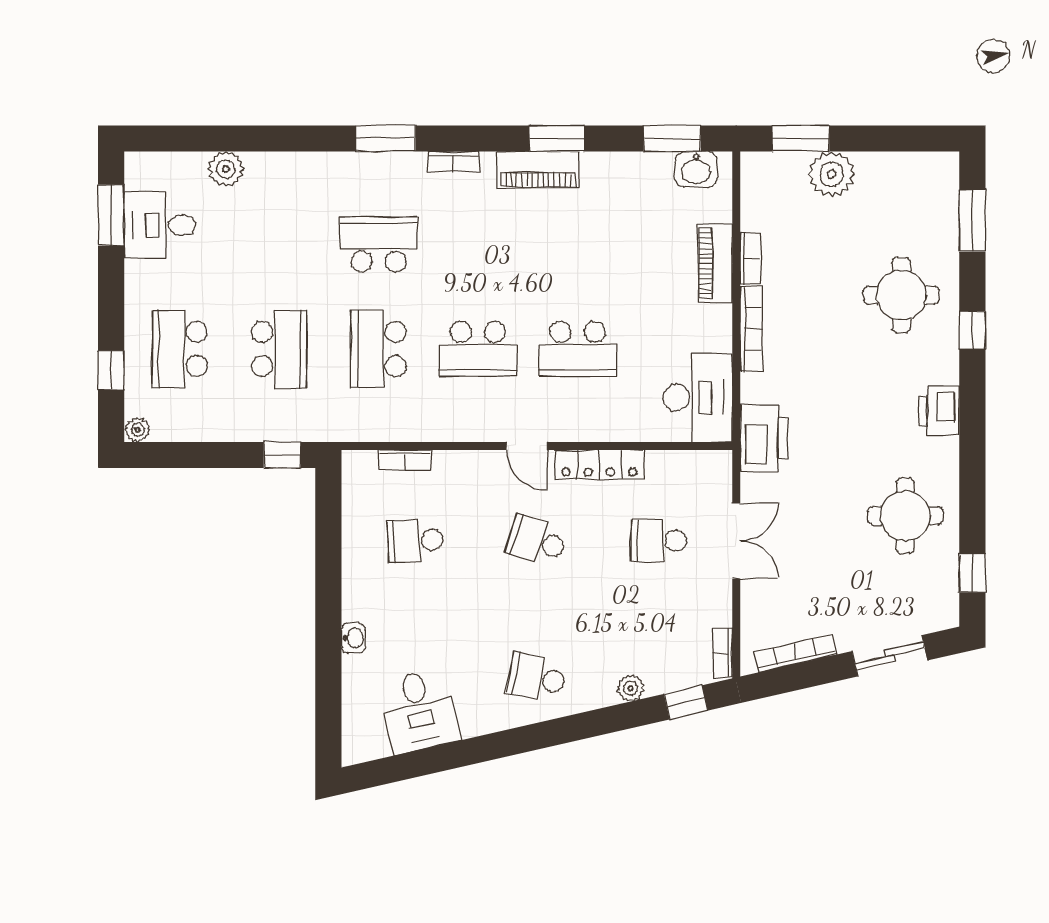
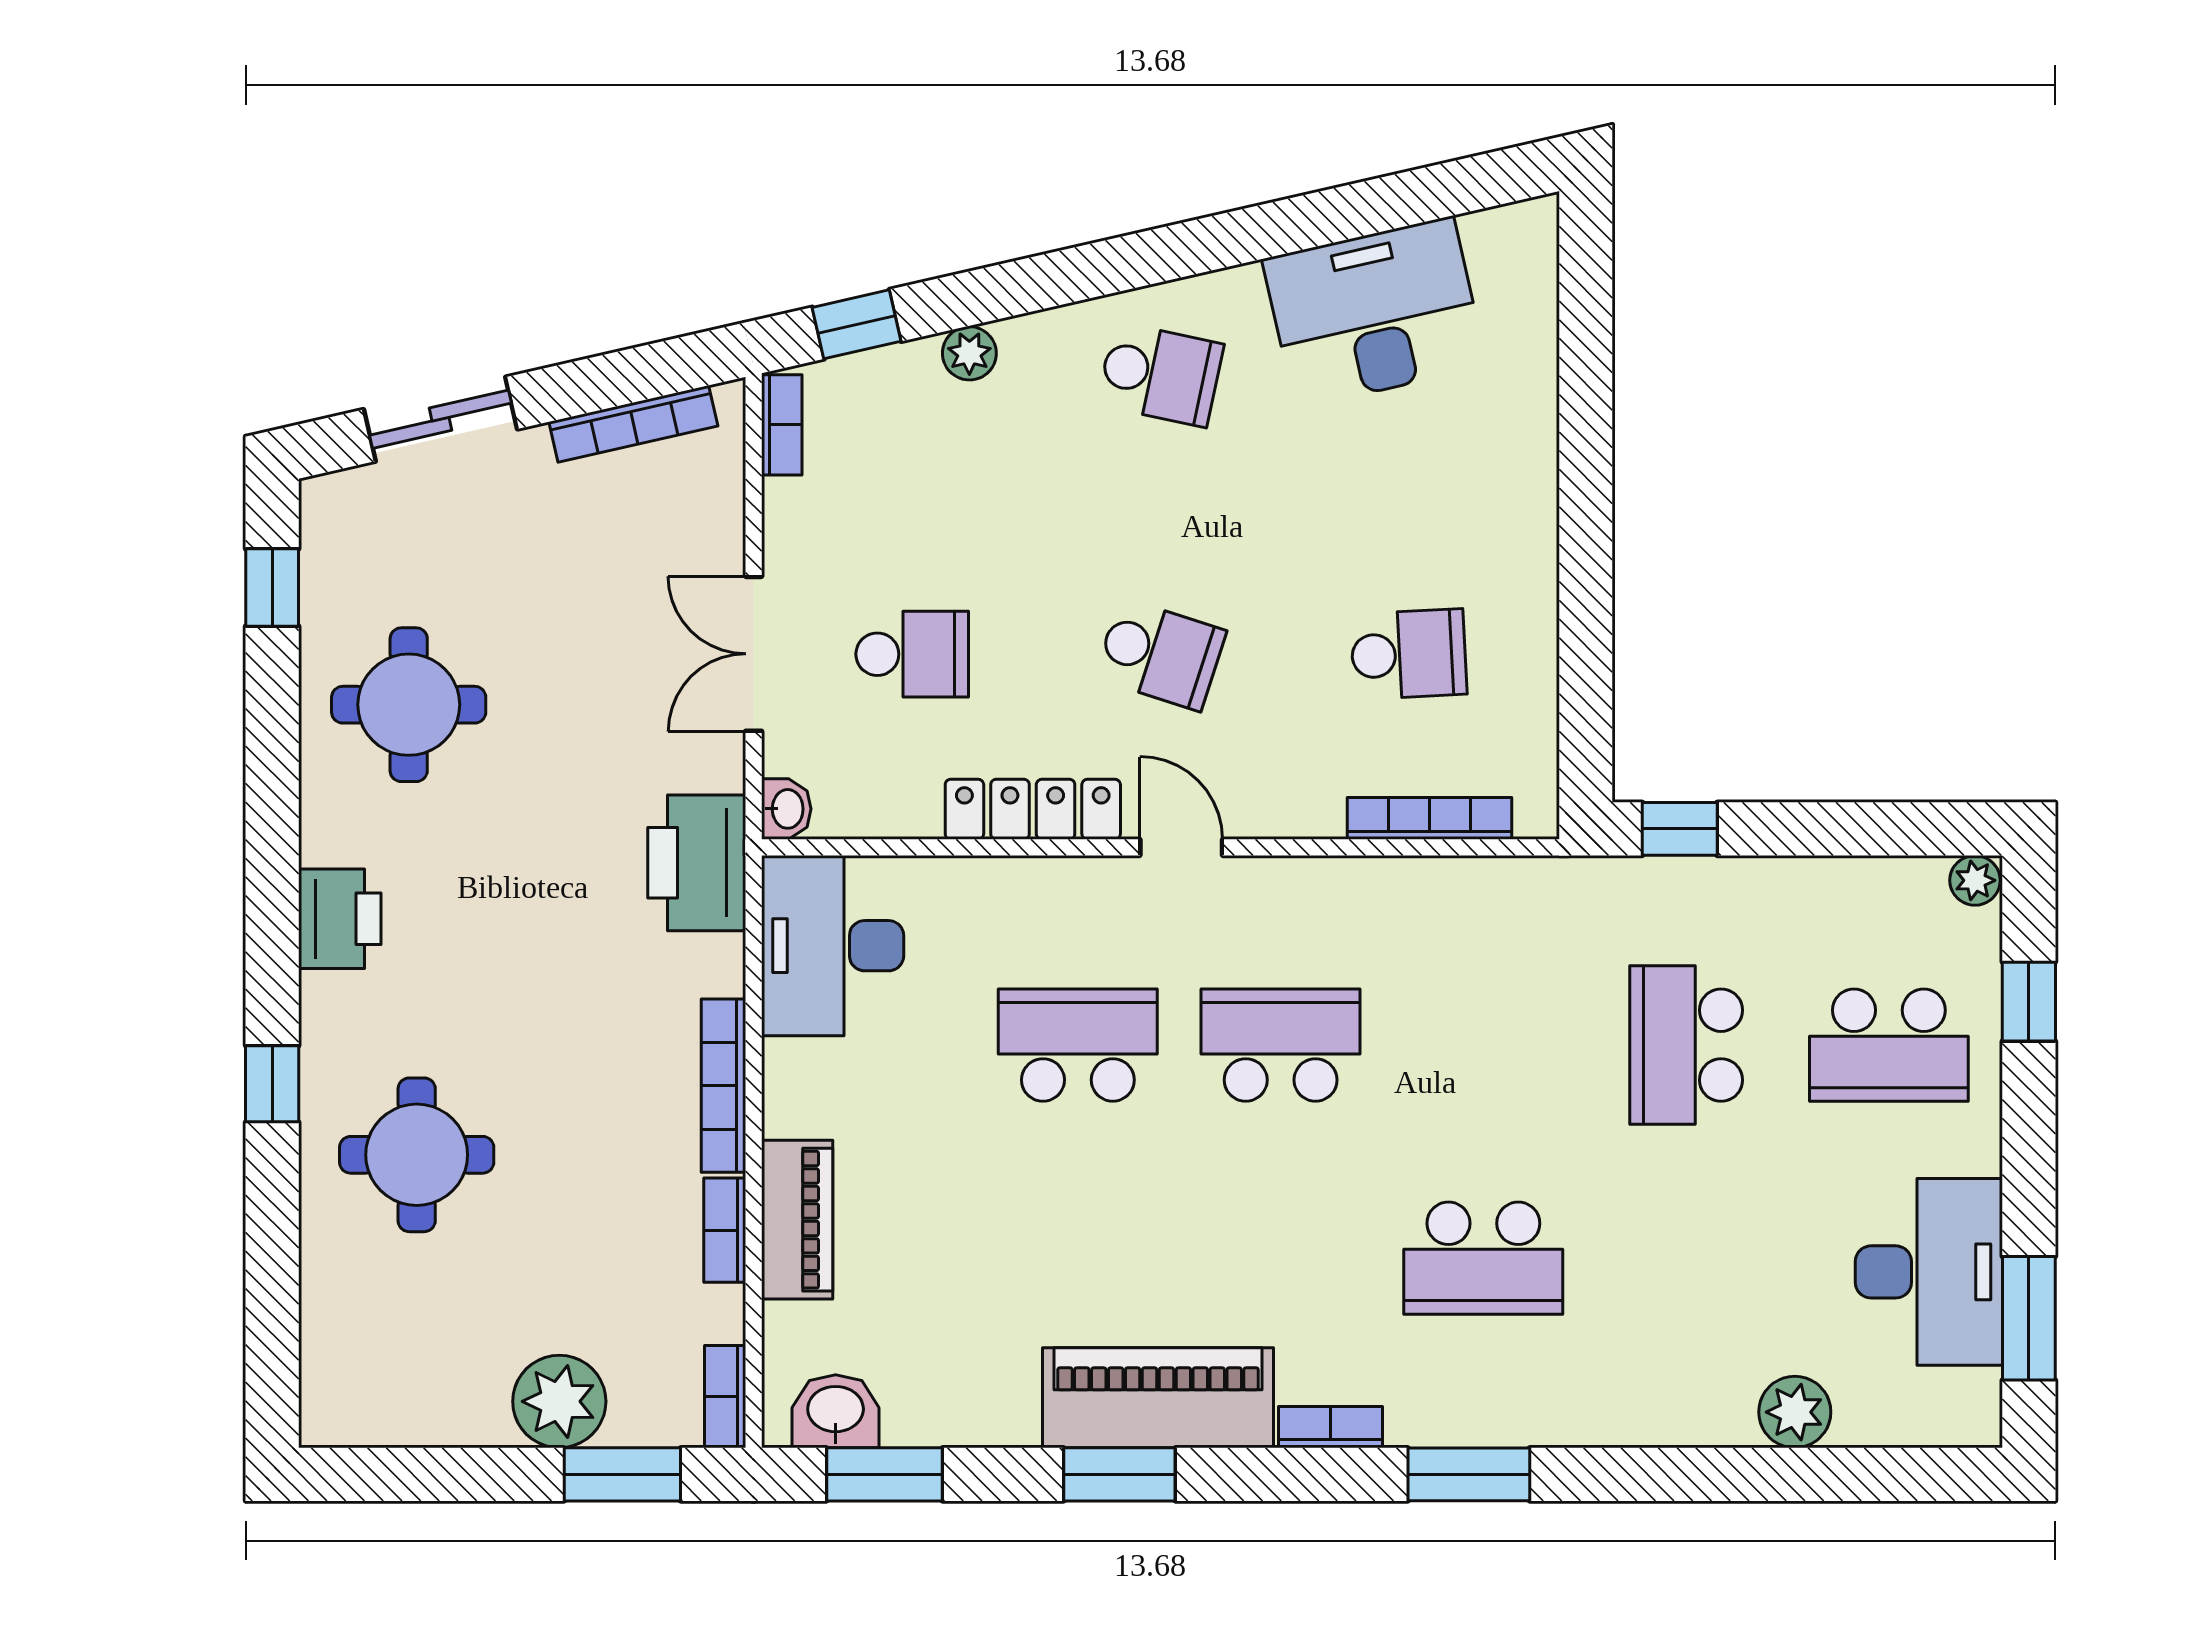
piano: (538, 170) -> (1158, 1398), width x1.37, depth x1.33
bookcase: (750, 177) -> (725, 1397), added
window: (972, 221) -> (272, 1307), removed
desk: (160, 225) -> (1929, 1272), width x1.37
school desk: (180, 349) -> (1889, 1045), turned 90
school desk: (379, 349) -> (1483, 1045), removed
bookcase: (405, 460) -> (1430, 818), width x1.56
washbasin: (353, 638) -> (786, 809), moved, turned 180
desk: (419, 711) -> (1375, 313), width x1.37

